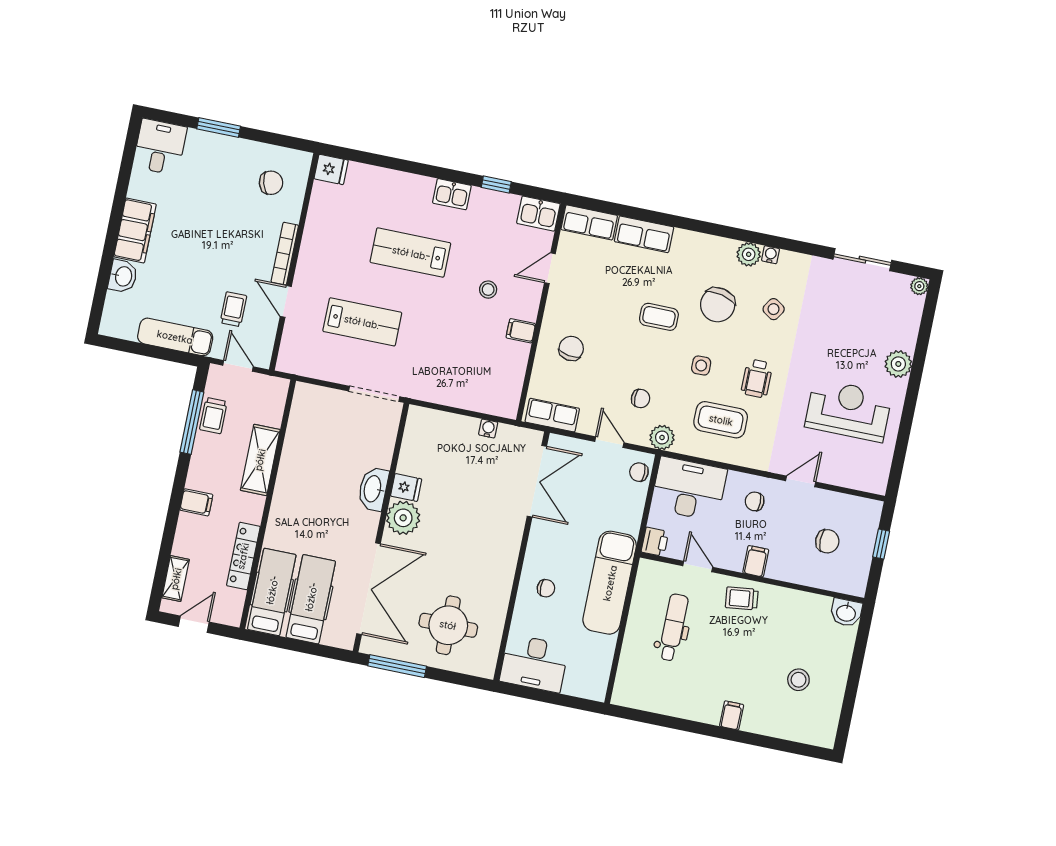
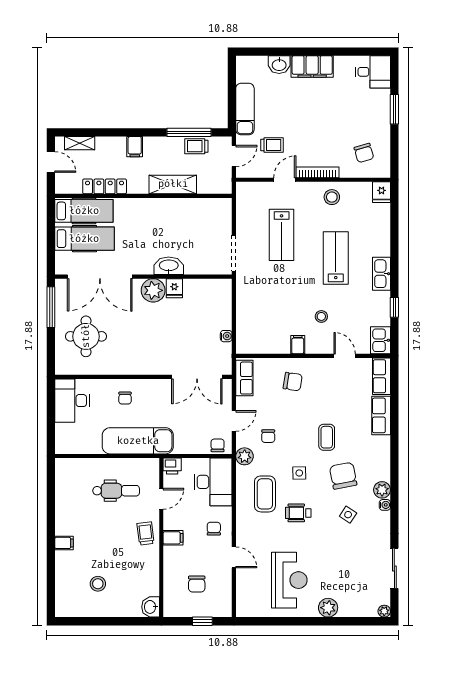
kitchen sink: (452, 194) -> (382, 274), width x1.38
stool: (324, 240) -> (332, 197), added
chair: (718, 305) -> (343, 476), turned 66

